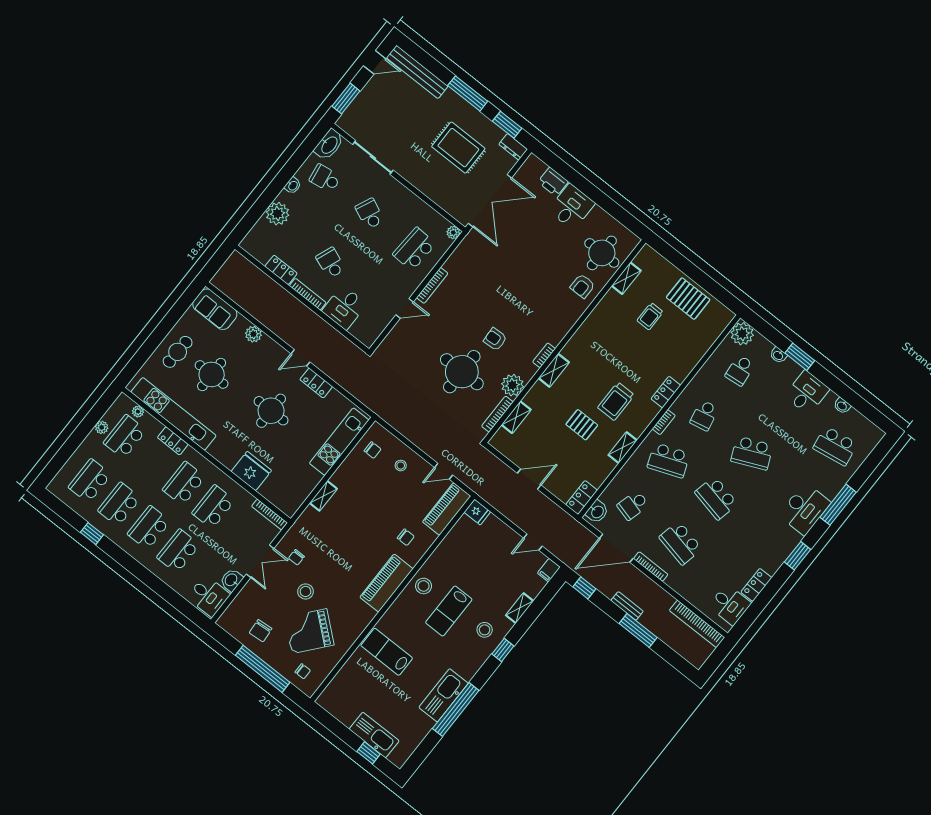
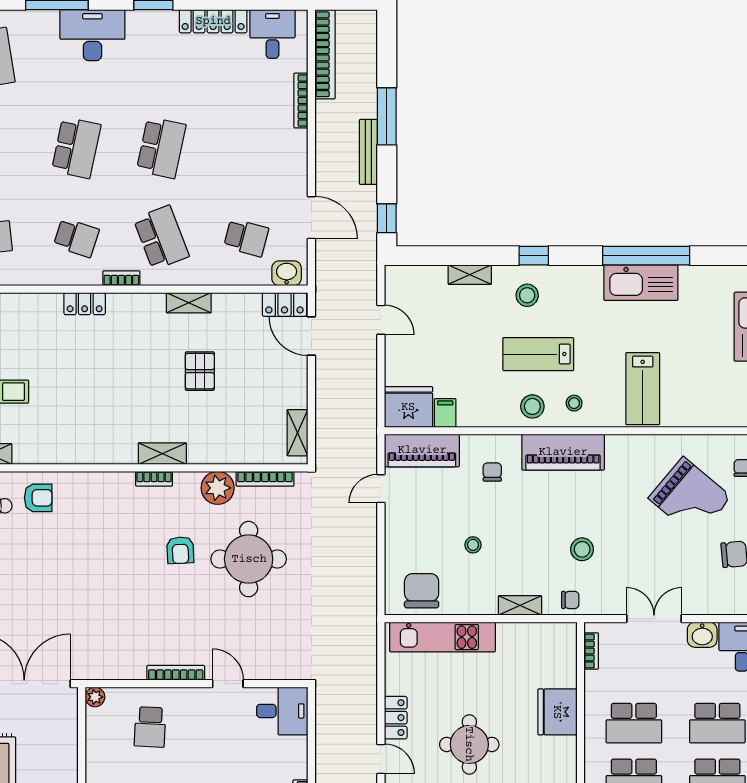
school desk: (414, 249) -> (150, 727), width x0.54
desk: (344, 308) -> (282, 711), moved
trolley: (616, 401) -> (141, 353), removed
school desk: (704, 415) -> (76, 238), turned 30
shelving: (516, 417) -> (297, 433), moved, turned 90
chair: (372, 450) -> (422, 591), width x1.87, depth x1.87
school desk: (752, 453) -> (76, 148), turned 36
stool: (401, 465) -> (473, 545), moved
door: (444, 471) -> (381, 489), swing flipped
door: (529, 479) -> (311, 336), moved
fridge: (477, 512) -> (408, 407), width x1.88, depth x1.34
bookcase: (269, 515) -> (591, 651), width x0.64
school desk: (681, 543) -> (246, 148), removed
door: (616, 548) -> (311, 218), width x0.73
chair: (296, 557) -> (570, 600), moved
bookcase: (651, 567) -> (301, 100), moved
filing cabinet: (549, 570) -> (445, 413), moved, turned -90
locker: (756, 585) -> (213, 21), width x1.53
stool: (306, 591) -> (582, 549), moved
bench: (627, 606) -> (368, 152), width x1.36
stool: (408, 609) -> (574, 403), added
lab bench: (449, 611) -> (538, 354), turned 180

